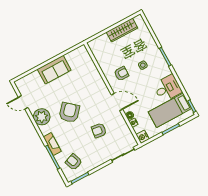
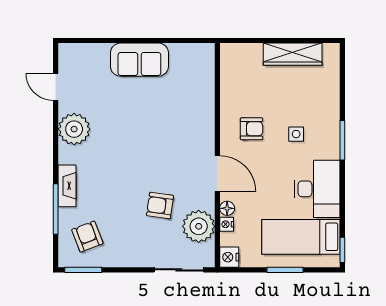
desk: (168, 88) -> (317, 189), width x1.37
armchair: (69, 112) -> (126, 147), removed
plant: (121, 130) -> (199, 226), added

